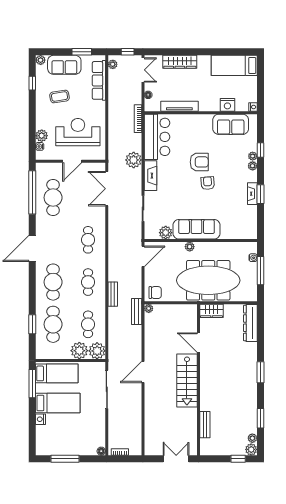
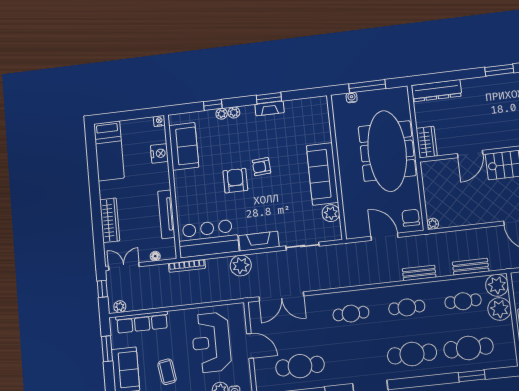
plant: (190, 247) -> (346, 180), removed
door: (143, 256) -> (384, 237), moved
bench: (137, 311) -> (471, 267), moved

